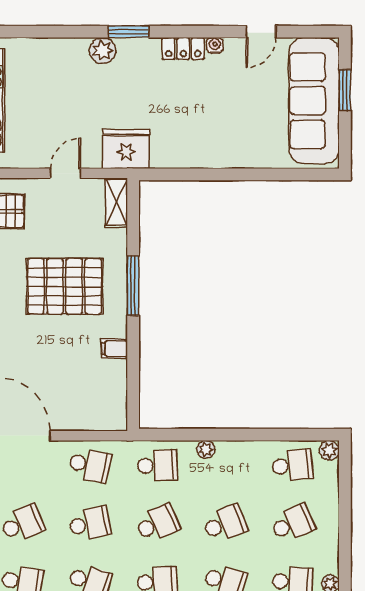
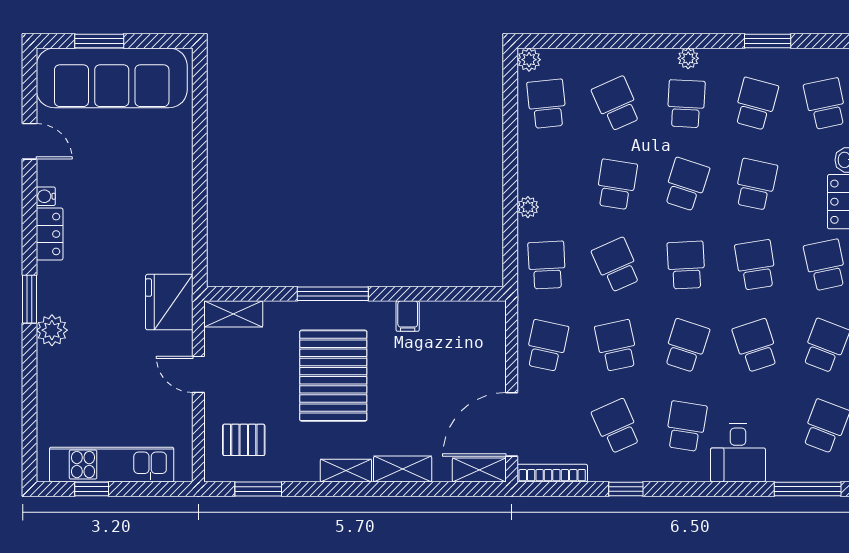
school desk: (225, 524) -> (616, 184), turned 30

